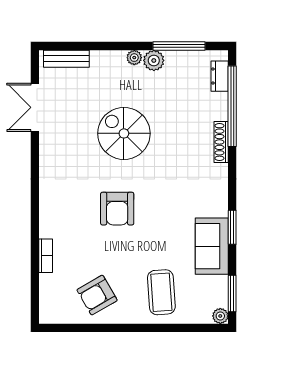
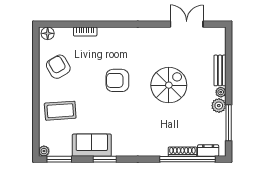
bench: (66, 59) -> (220, 70), moved
shoe rack: (221, 142) -> (182, 152), moved
floor lamp: (48, 311) -> (48, 33), added

